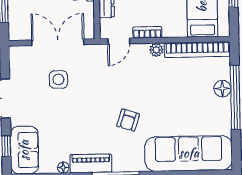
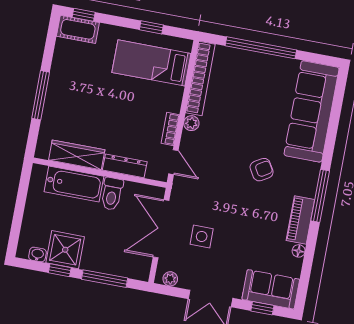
plant: (15, 60) -> (170, 279), added
floor lamp: (222, 89) -> (249, 60), removed
armchair: (128, 120) -> (262, 170), turned -49

